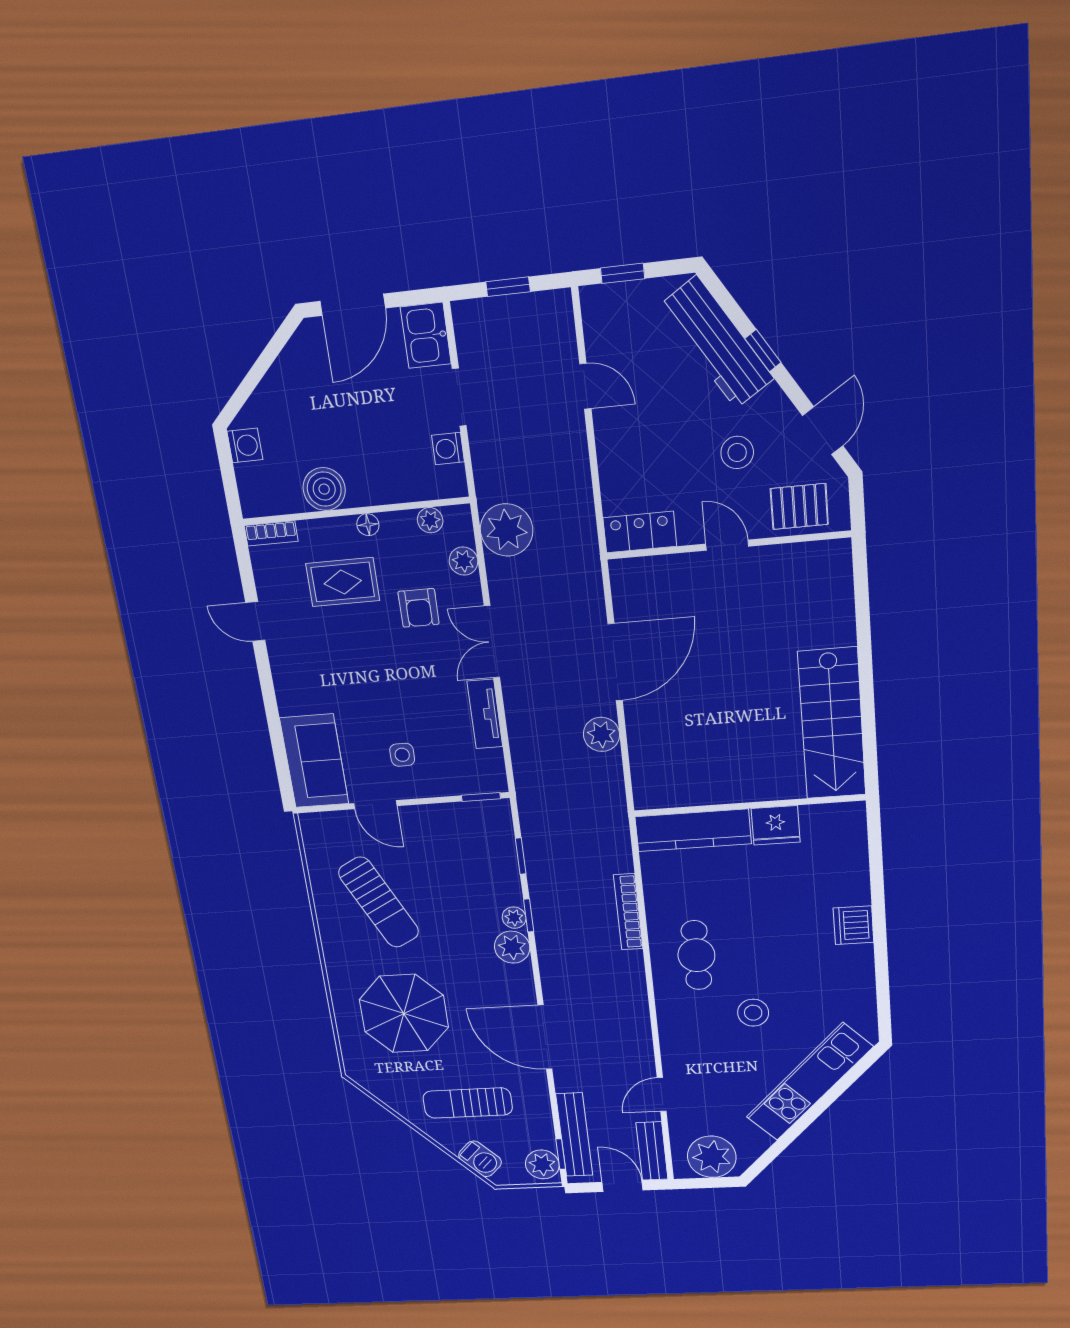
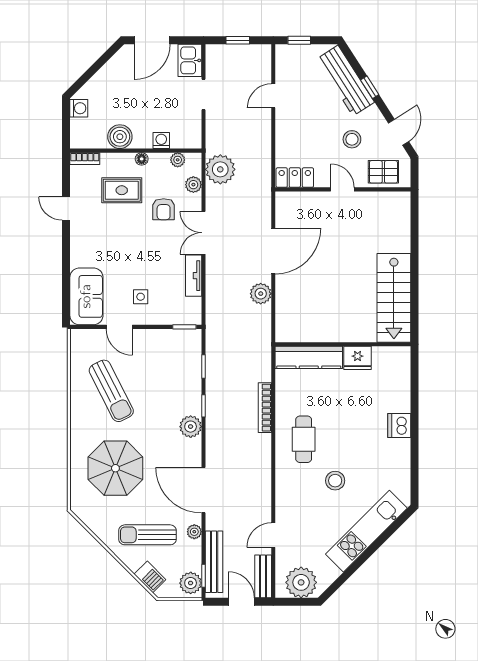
door: (585, 386) -> (273, 96), swing flipped
washing machine: (448, 449) -> (161, 141), moved, turned 90
plant: (514, 918) -> (194, 532), moved

